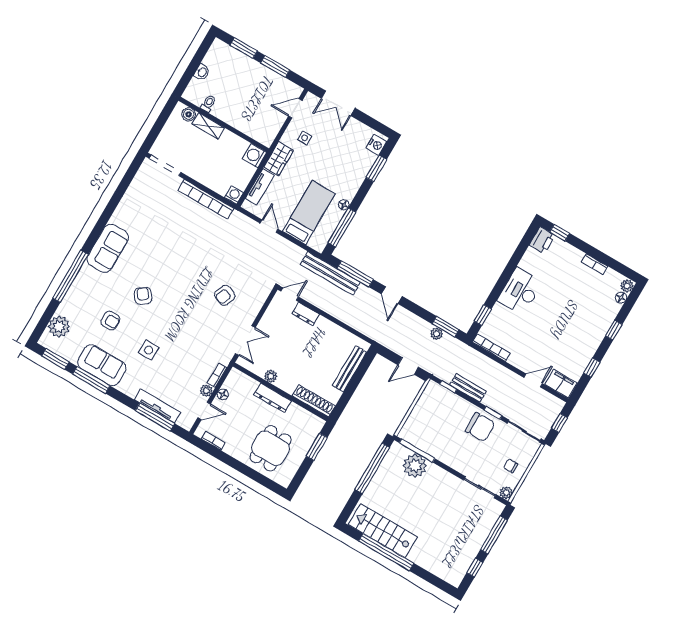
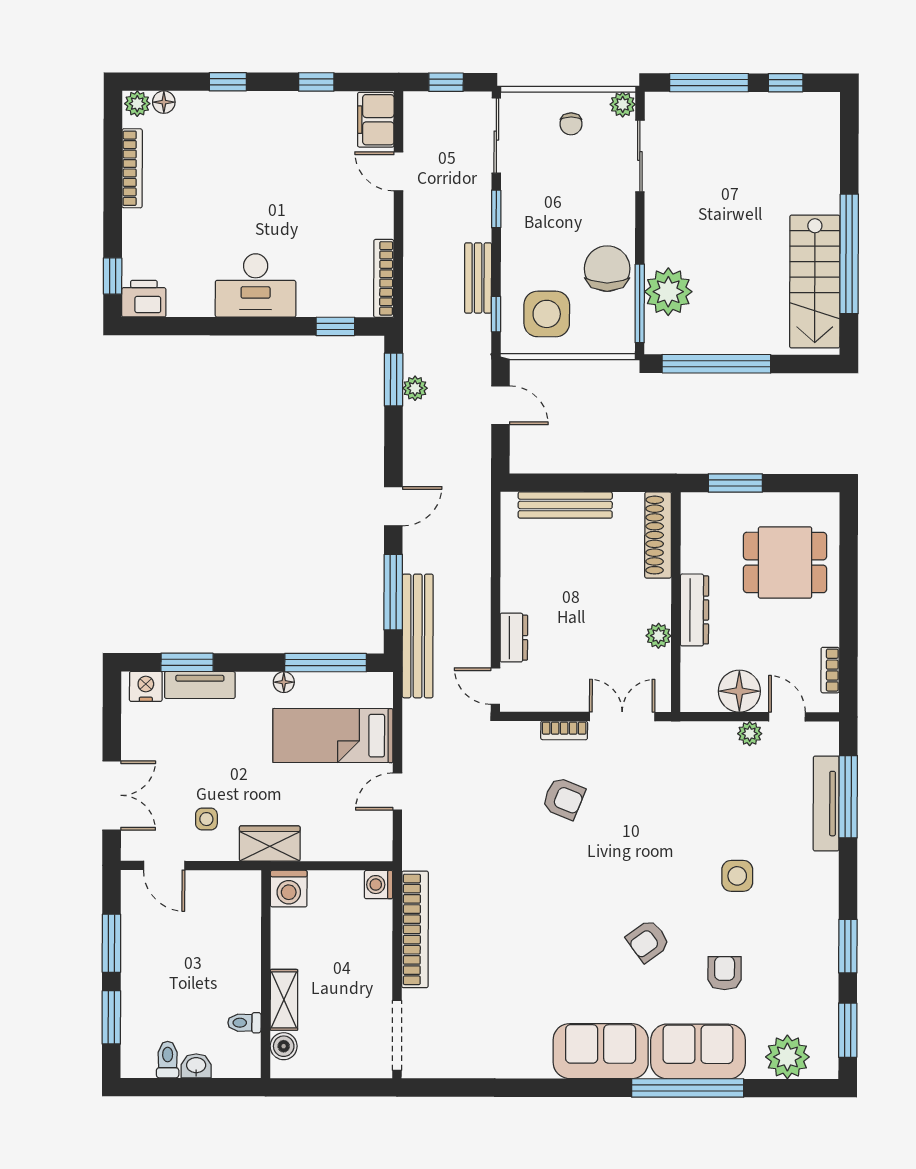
toilet: (212, 62) -> (168, 1060), added
tv unit: (260, 187) -> (200, 685), moved, turned 180
bookcase: (595, 264) -> (132, 168), width x1.56
sofa: (102, 365) -> (698, 1051), moved, turned 90
bookcase: (217, 375) -> (564, 730), moved
window: (91, 380) -> (848, 946), width x0.69
floor lamp: (223, 394) -> (739, 691), width x1.89, depth x1.89
side table: (436, 408) -> (547, 314), added
chair: (480, 427) -> (607, 269), moved

